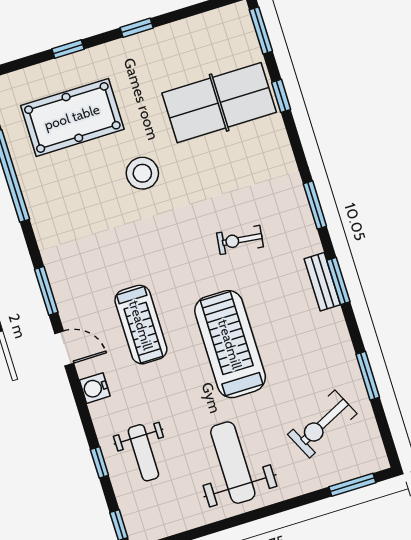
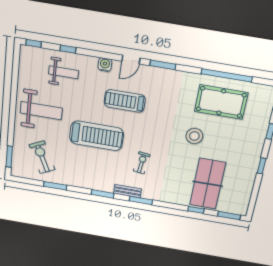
pool table: (72, 117) -> (221, 102), moved, turned 90
bench: (322, 282) -> (127, 191), moved
weight bench: (143, 453) -> (63, 72), turned 180

